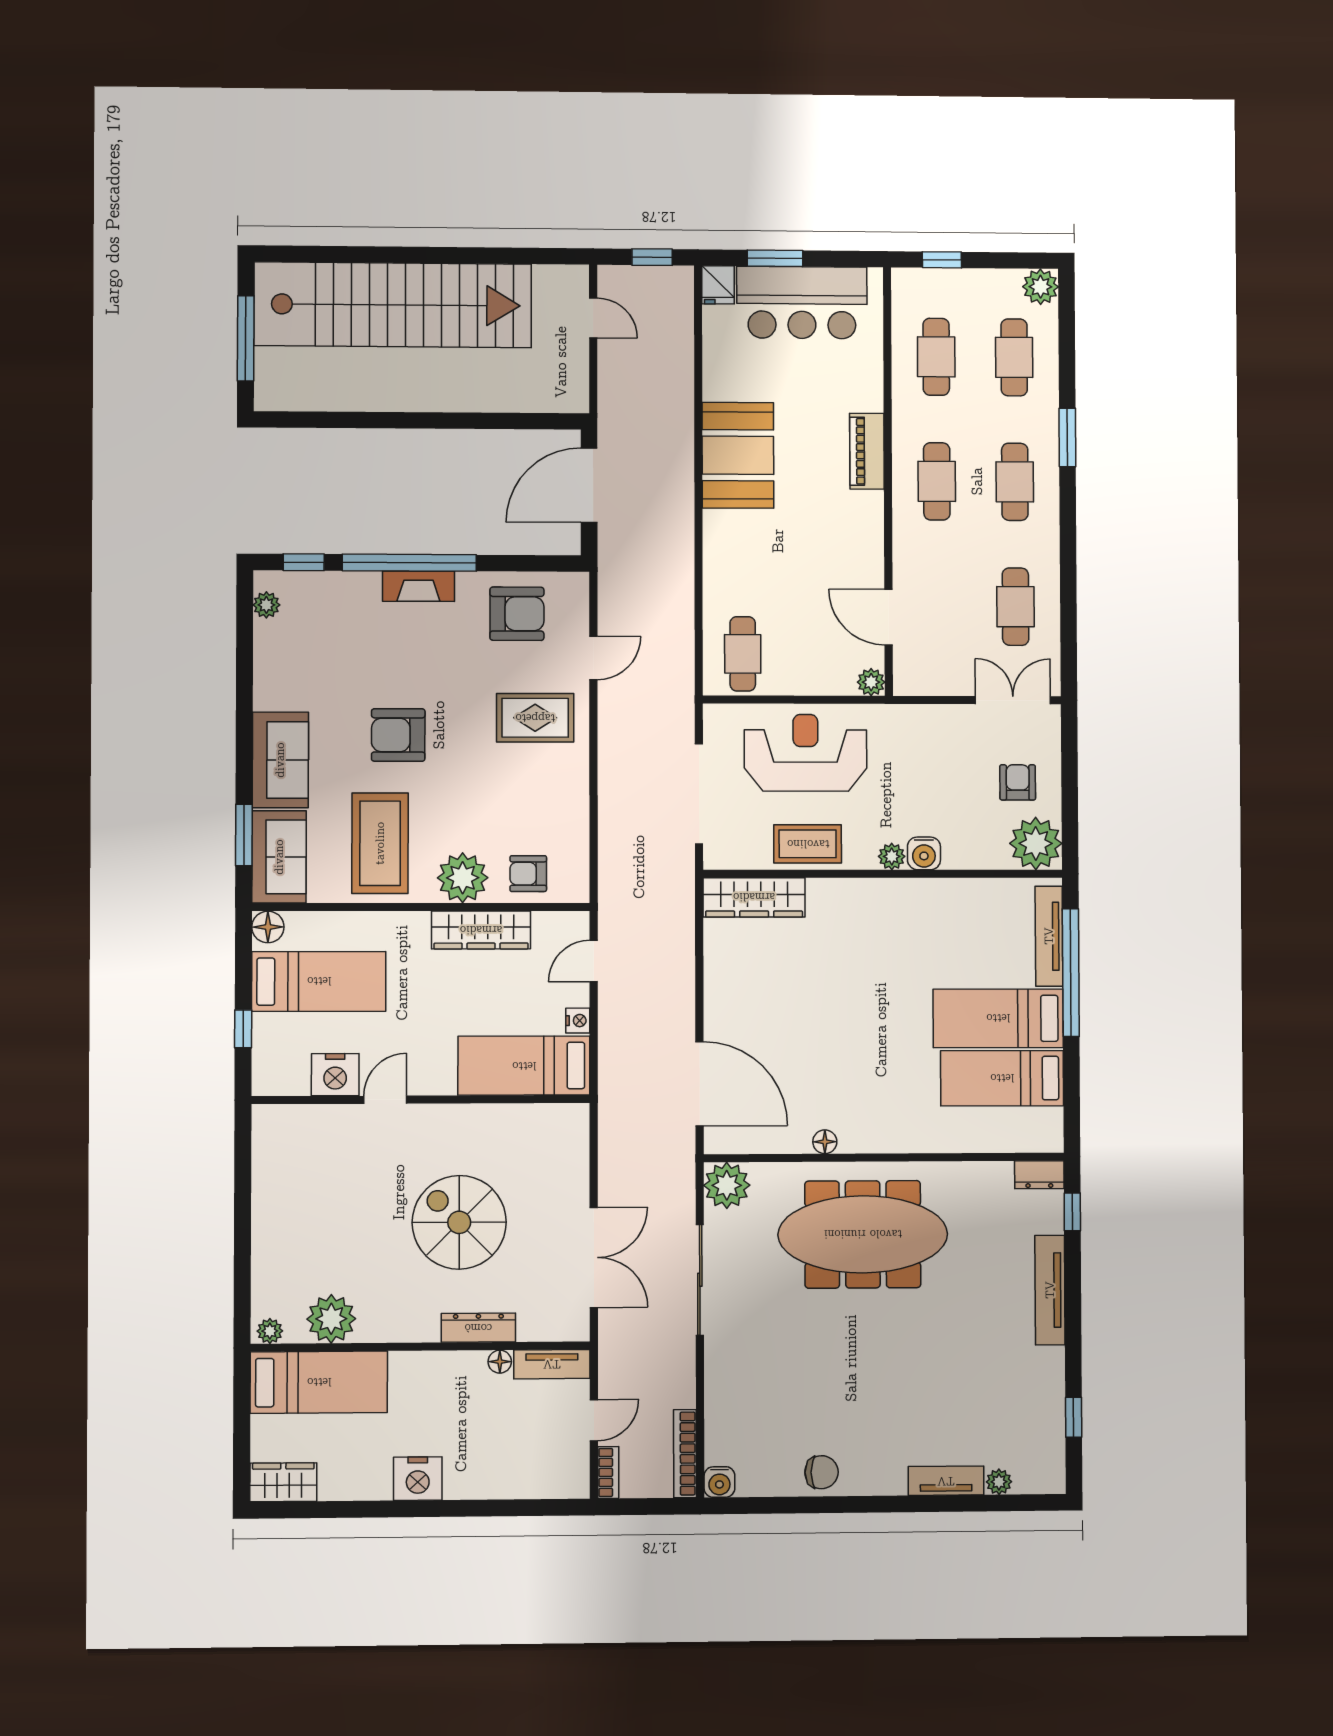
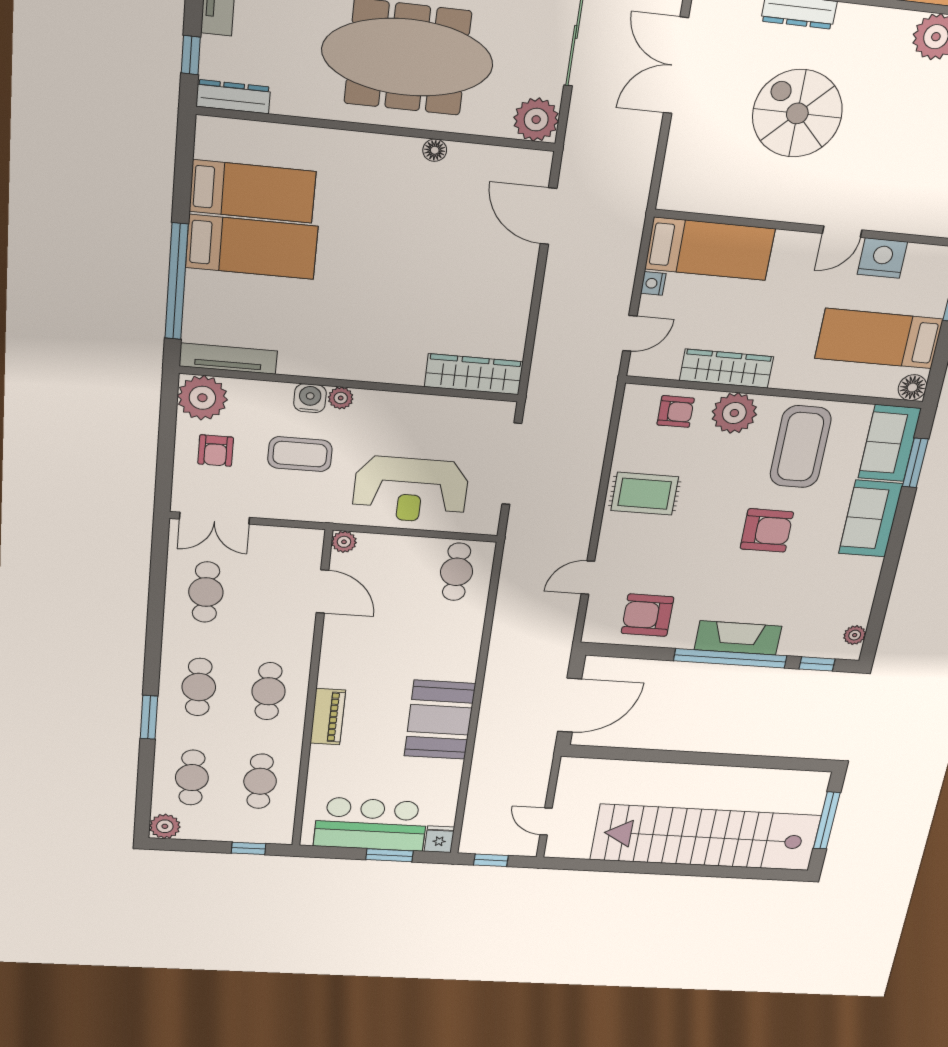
fireplace: (419, 586) -> (738, 638), width x1.37, depth x1.32
rug: (535, 718) -> (645, 494), moved
coffee table: (808, 844) -> (300, 454), moved
tv unit: (1049, 936) -> (228, 359), moved, turned -90
door: (699, 1084) -> (549, 216), width x0.73
dresser: (1039, 1175) -> (233, 97), width x1.44
spiral stairs: (459, 1222) -> (797, 113), turned 180

